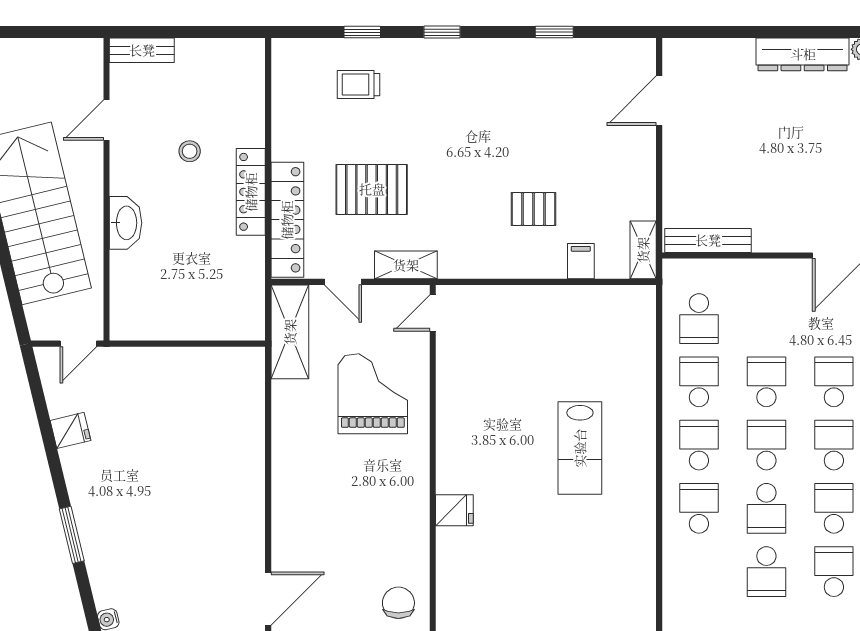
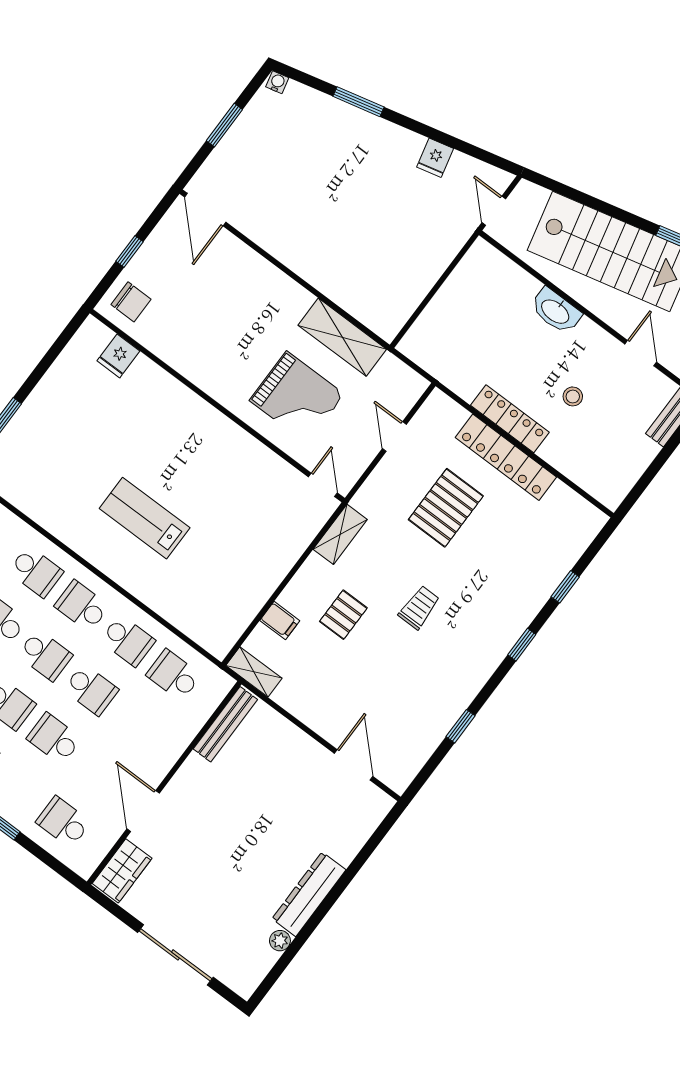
trolley: (359, 85) -> (419, 607), moved
locker: (287, 220) -> (506, 457), moved
shelving: (406, 265) -> (340, 534), moved
door: (343, 282) -> (394, 437), hinge flipped
shelving: (290, 332) -> (342, 337), moved
school desk: (834, 382) -> (54, 739), turned 180
school desk: (699, 445) -> (82, 606), turned 180
fridge: (454, 510) -> (118, 356), moved

